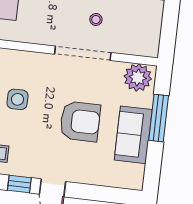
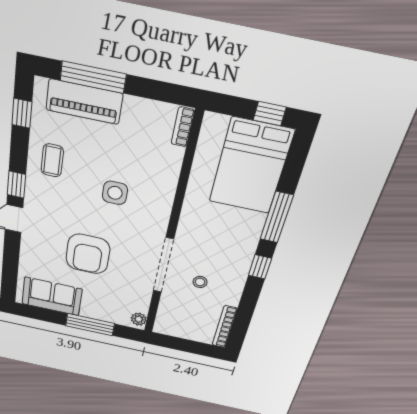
plant: (138, 78) -> (139, 319), width x0.53, depth x0.53
sofa: (133, 135) -> (52, 296), moved

